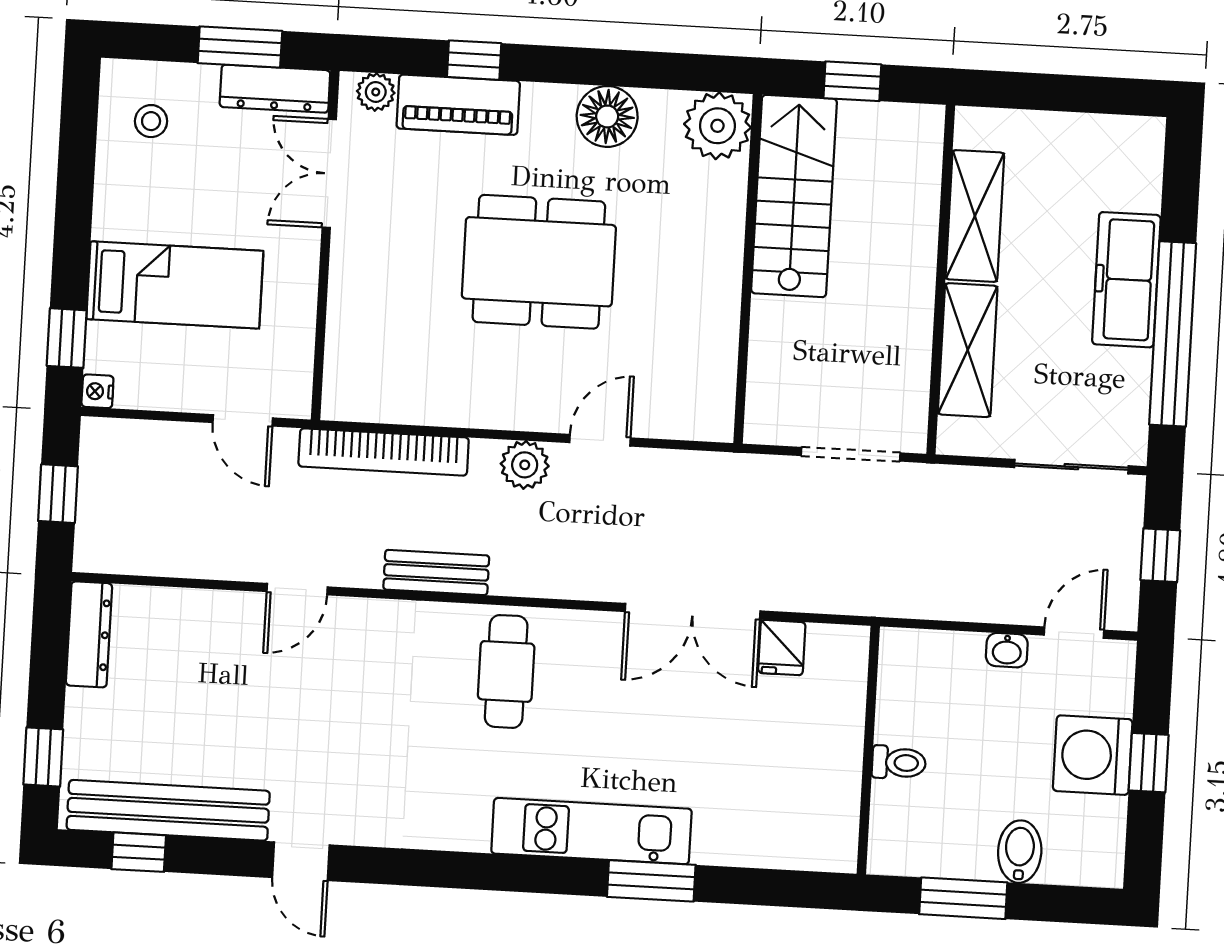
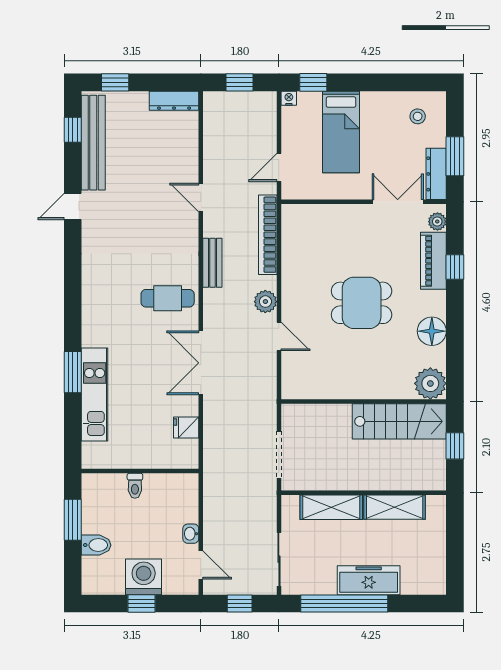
dining table: (539, 262) -> (362, 303), width x0.73
double door: (693, 611) -> (201, 363), moved
kitchen unit: (591, 831) -> (95, 395), moved

